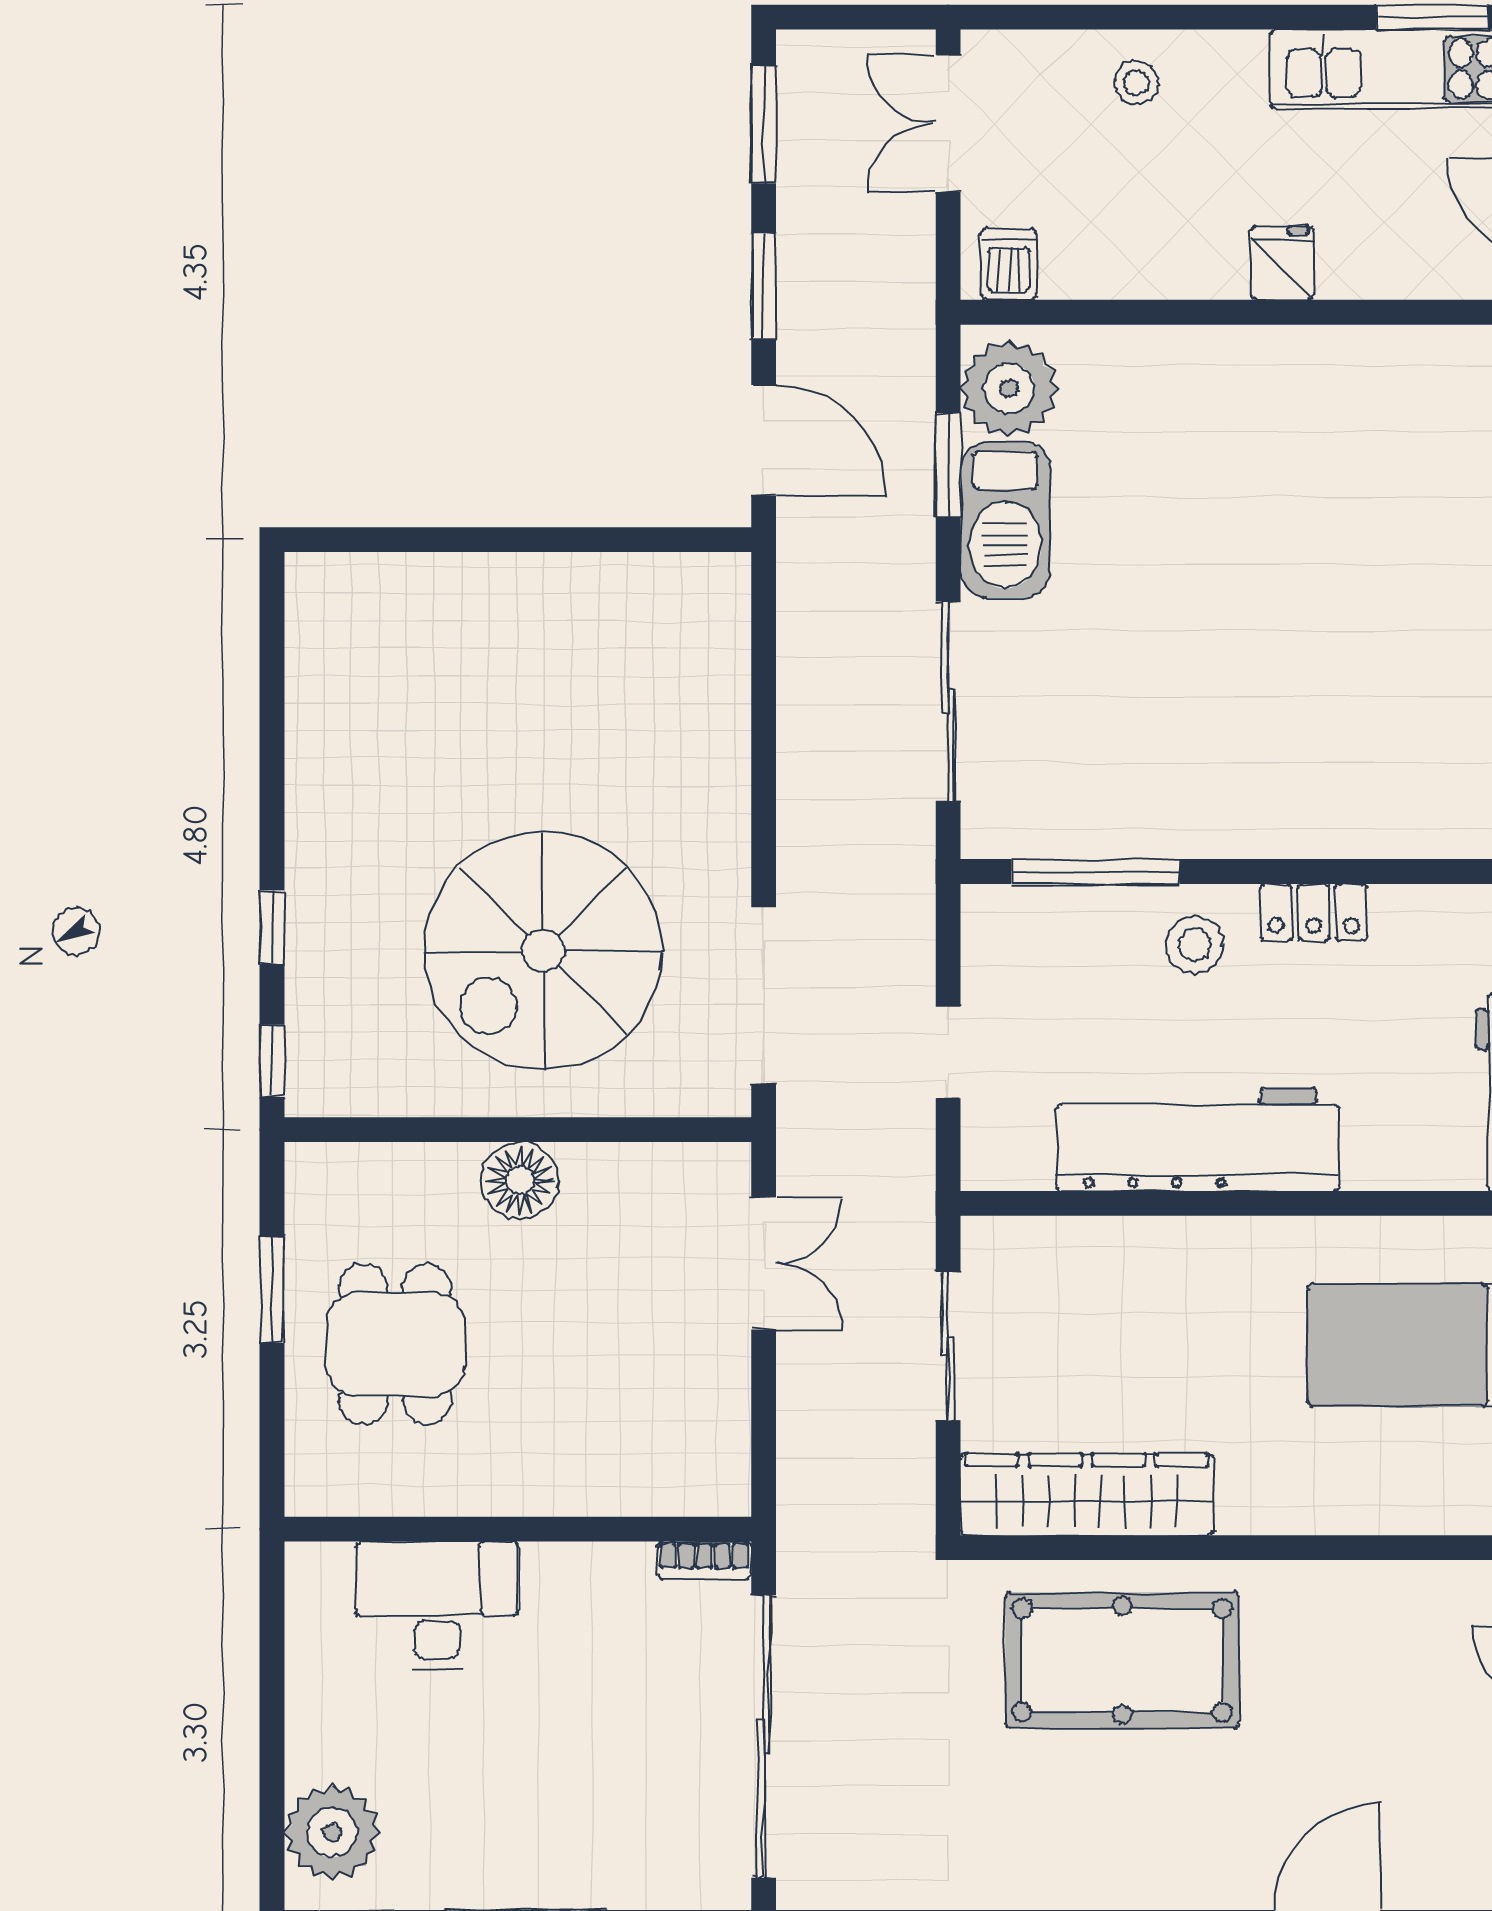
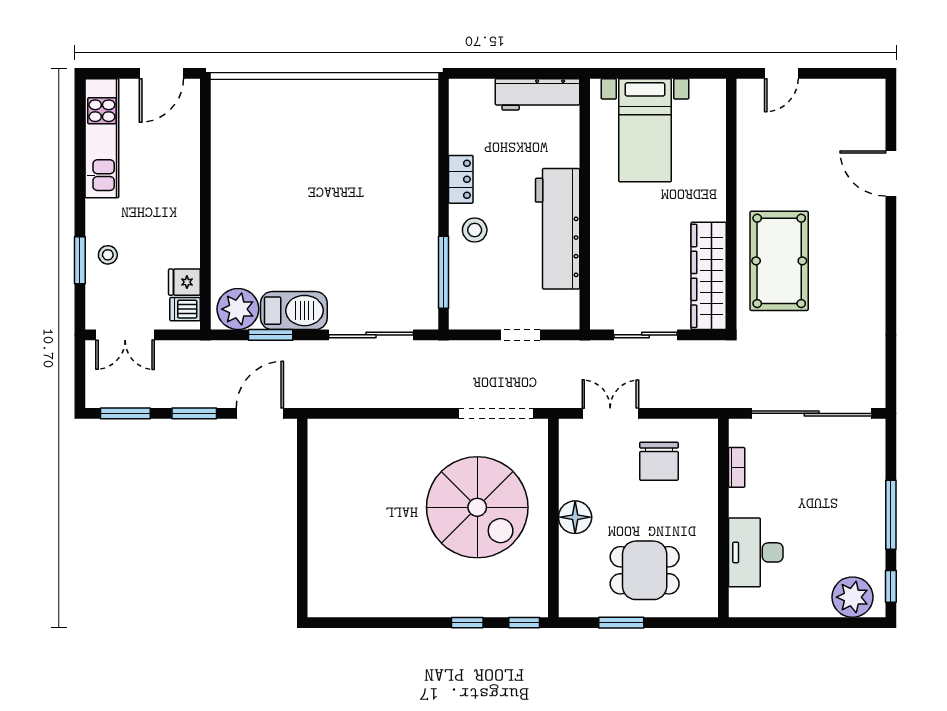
window: (1432, 17) -> (80, 260), moved
fridge: (1282, 263) -> (184, 282), moved
chair: (651, 1378) -> (659, 461), added
bookcase: (704, 1560) -> (737, 467), moved

